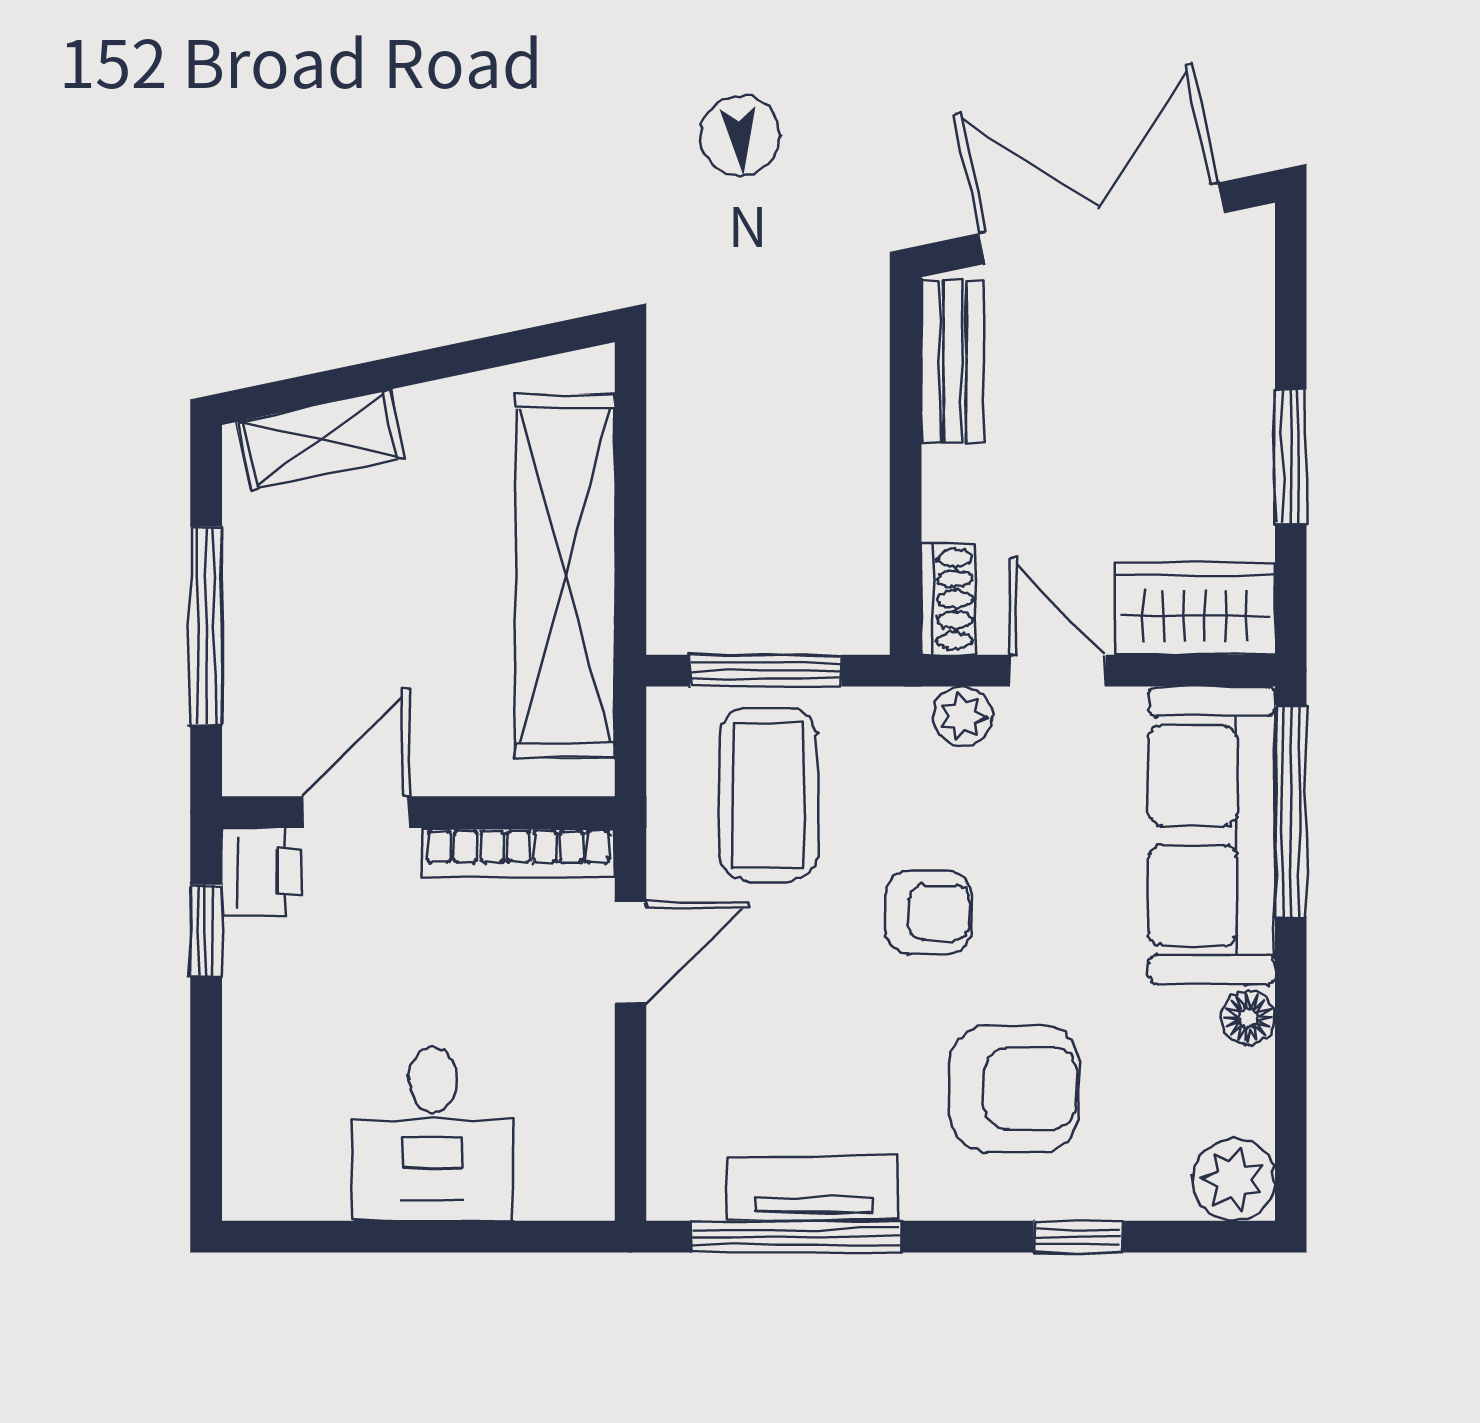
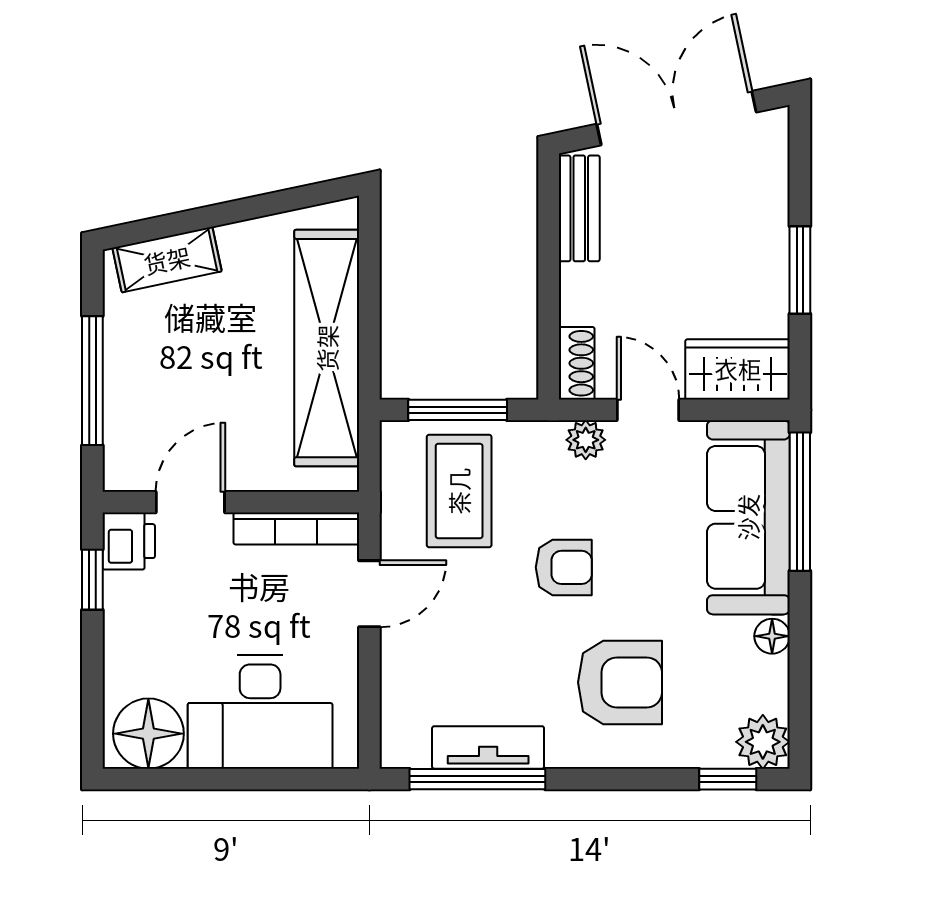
desk: (433, 1134) -> (260, 712), width x1.37
floor lamp: (292, 1167) -> (148, 734), added
window: (1078, 1237) -> (728, 779), moved

